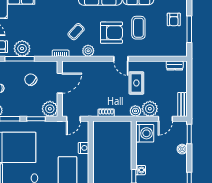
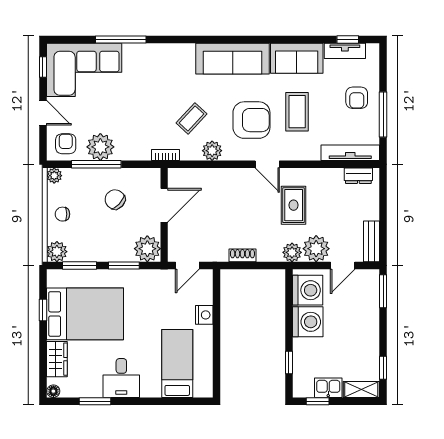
tv unit: (170, 52) -> (350, 153), added
boiler: (182, 149) -> (371, 317), removed
washing machine: (141, 170) -> (308, 322), moved, width x1.89, depth x1.89

